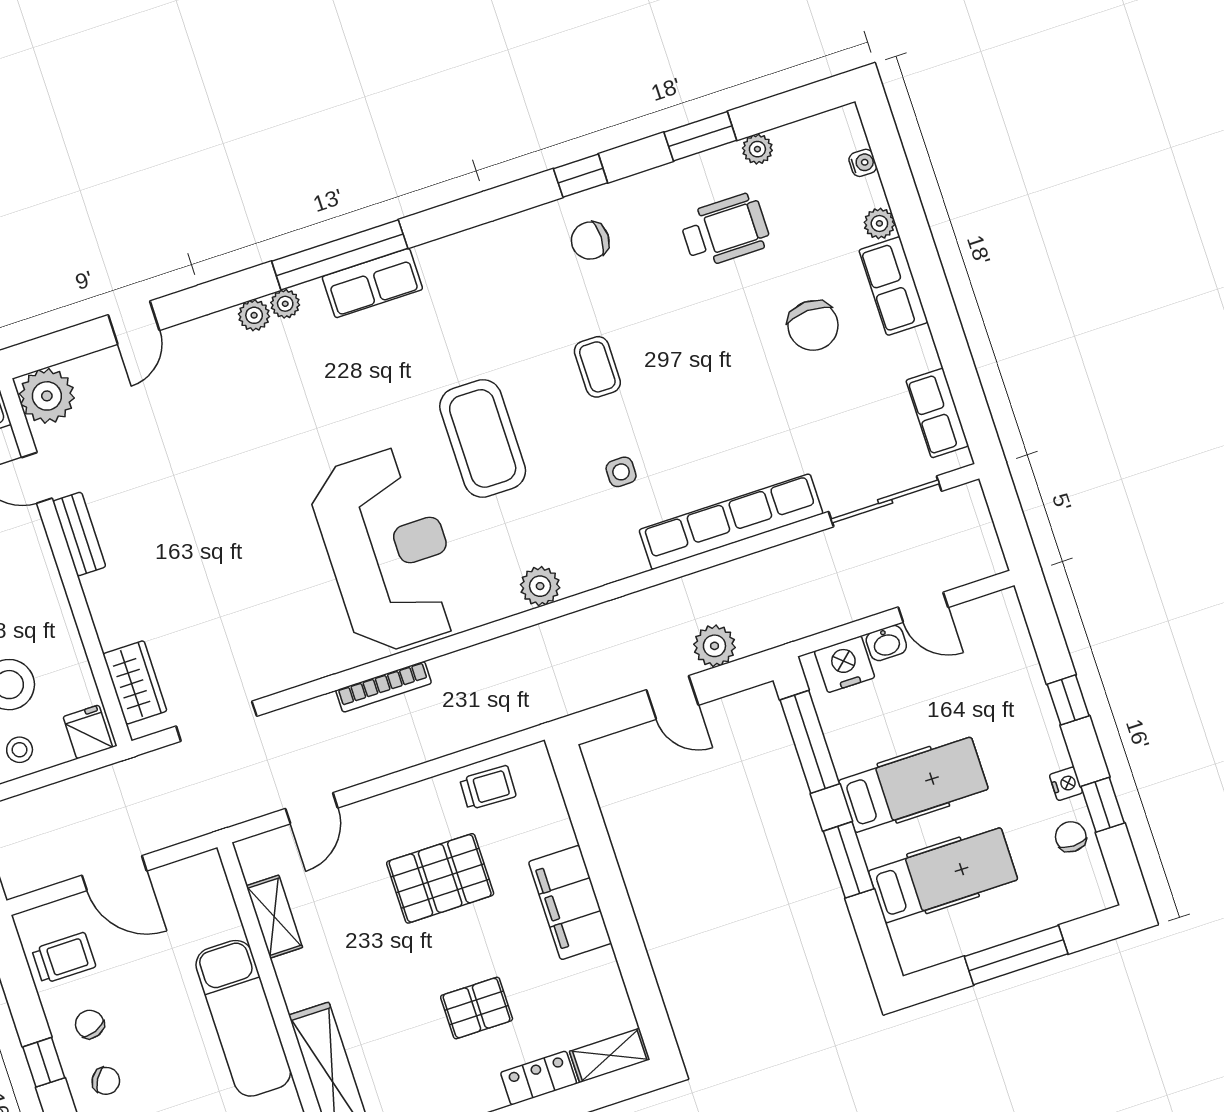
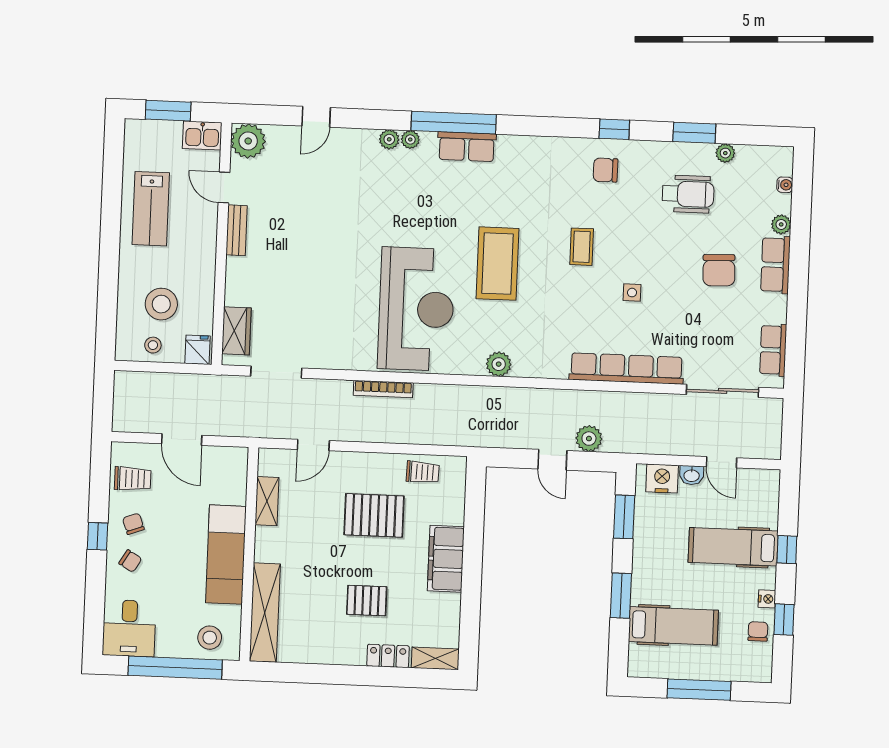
side table: (621, 472) -> (632, 293), moved
window: (810, 742) -> (624, 517), width x0.69
hospital bed: (913, 785) -> (733, 547), moved, turned 180

